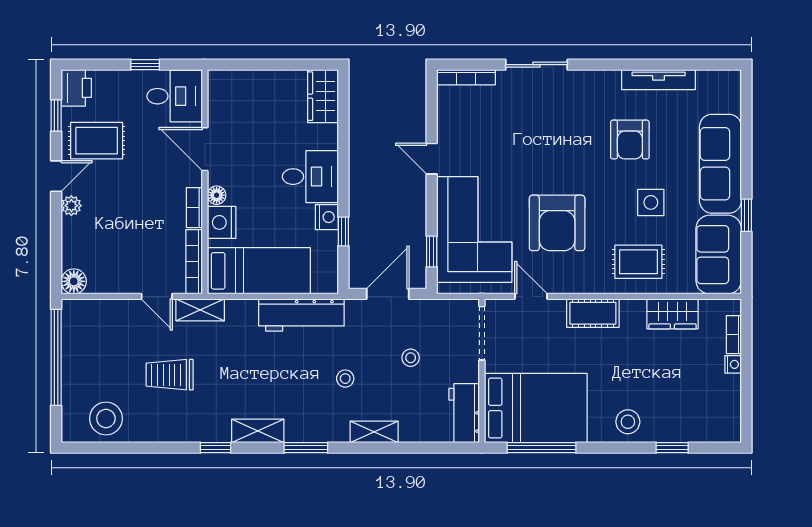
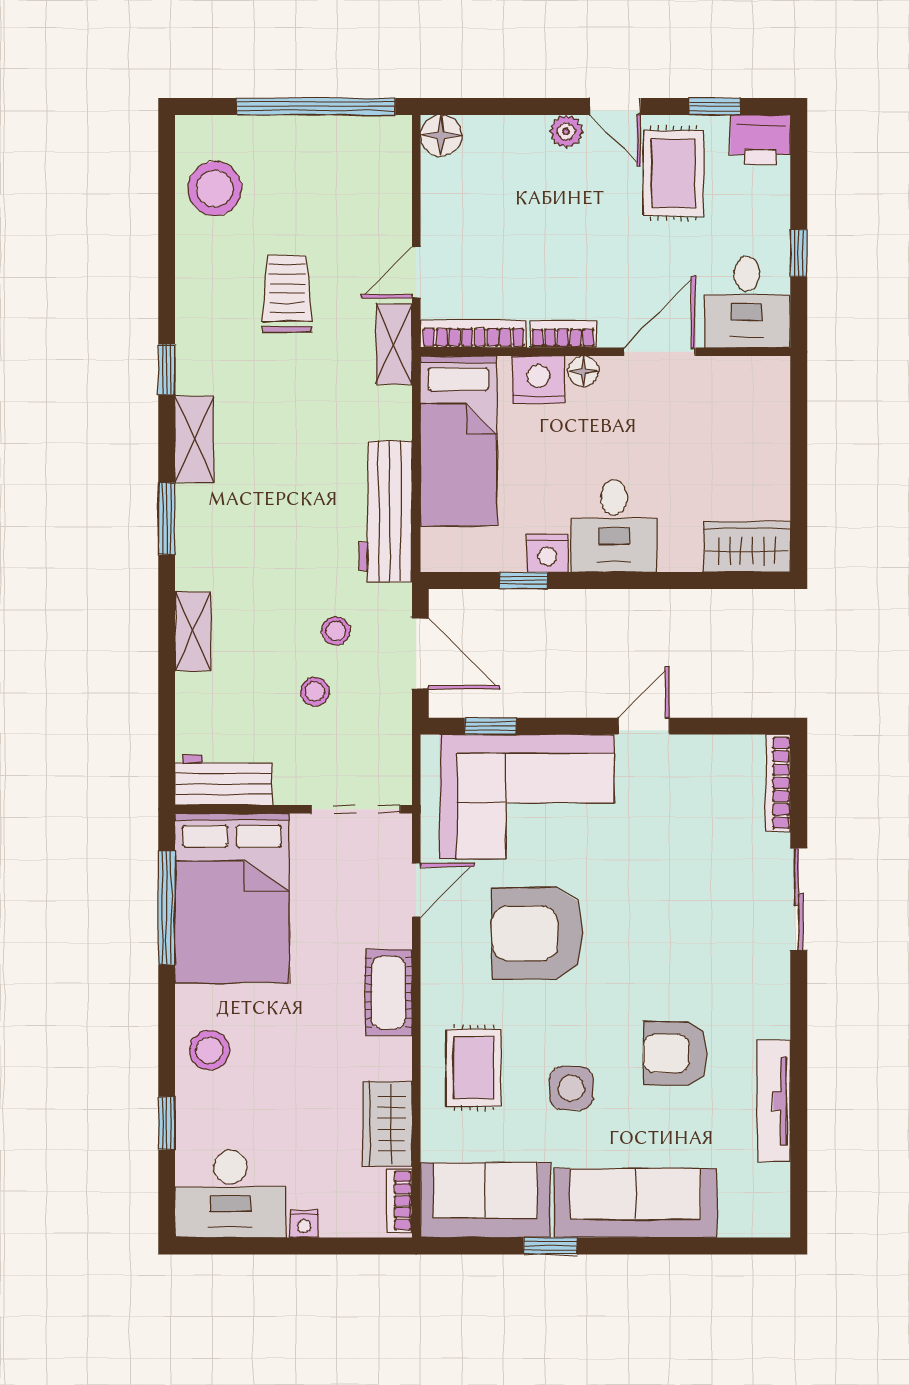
bookcase: (734, 335) -> (400, 1201), moved, turned -90
stool: (345, 379) -> (336, 631), moved
desk: (715, 409) -> (231, 1194), added

